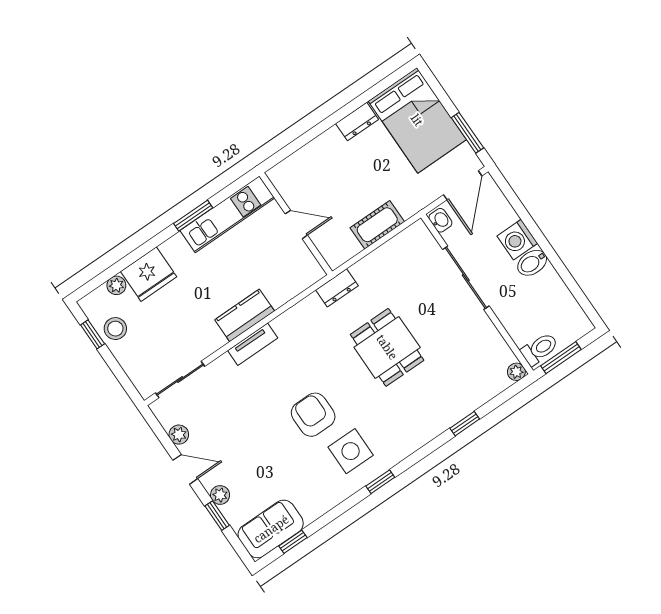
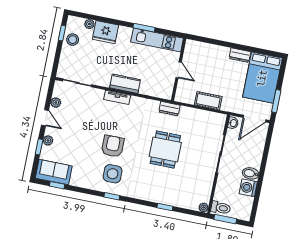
washing machine: (517, 240) -> (248, 188), moved

